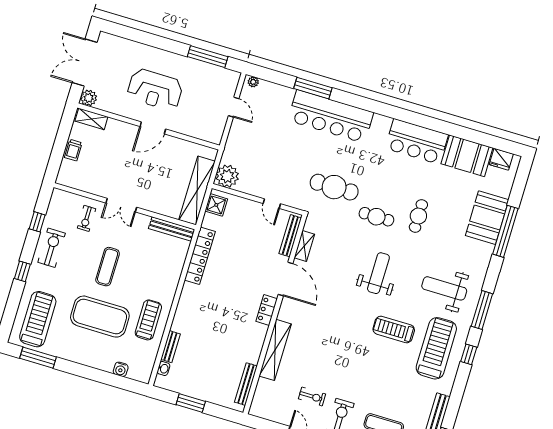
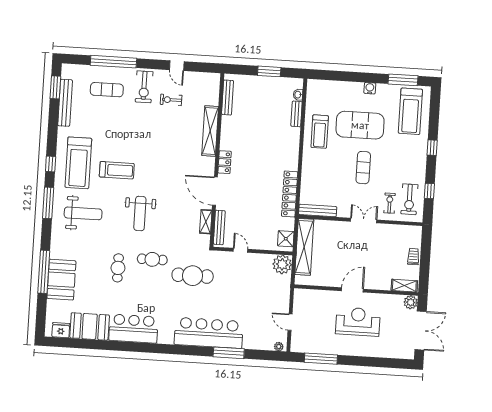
exercise bike: (52, 248) -> (409, 199), moved
water cooler: (121, 369) -> (370, 88), moved

